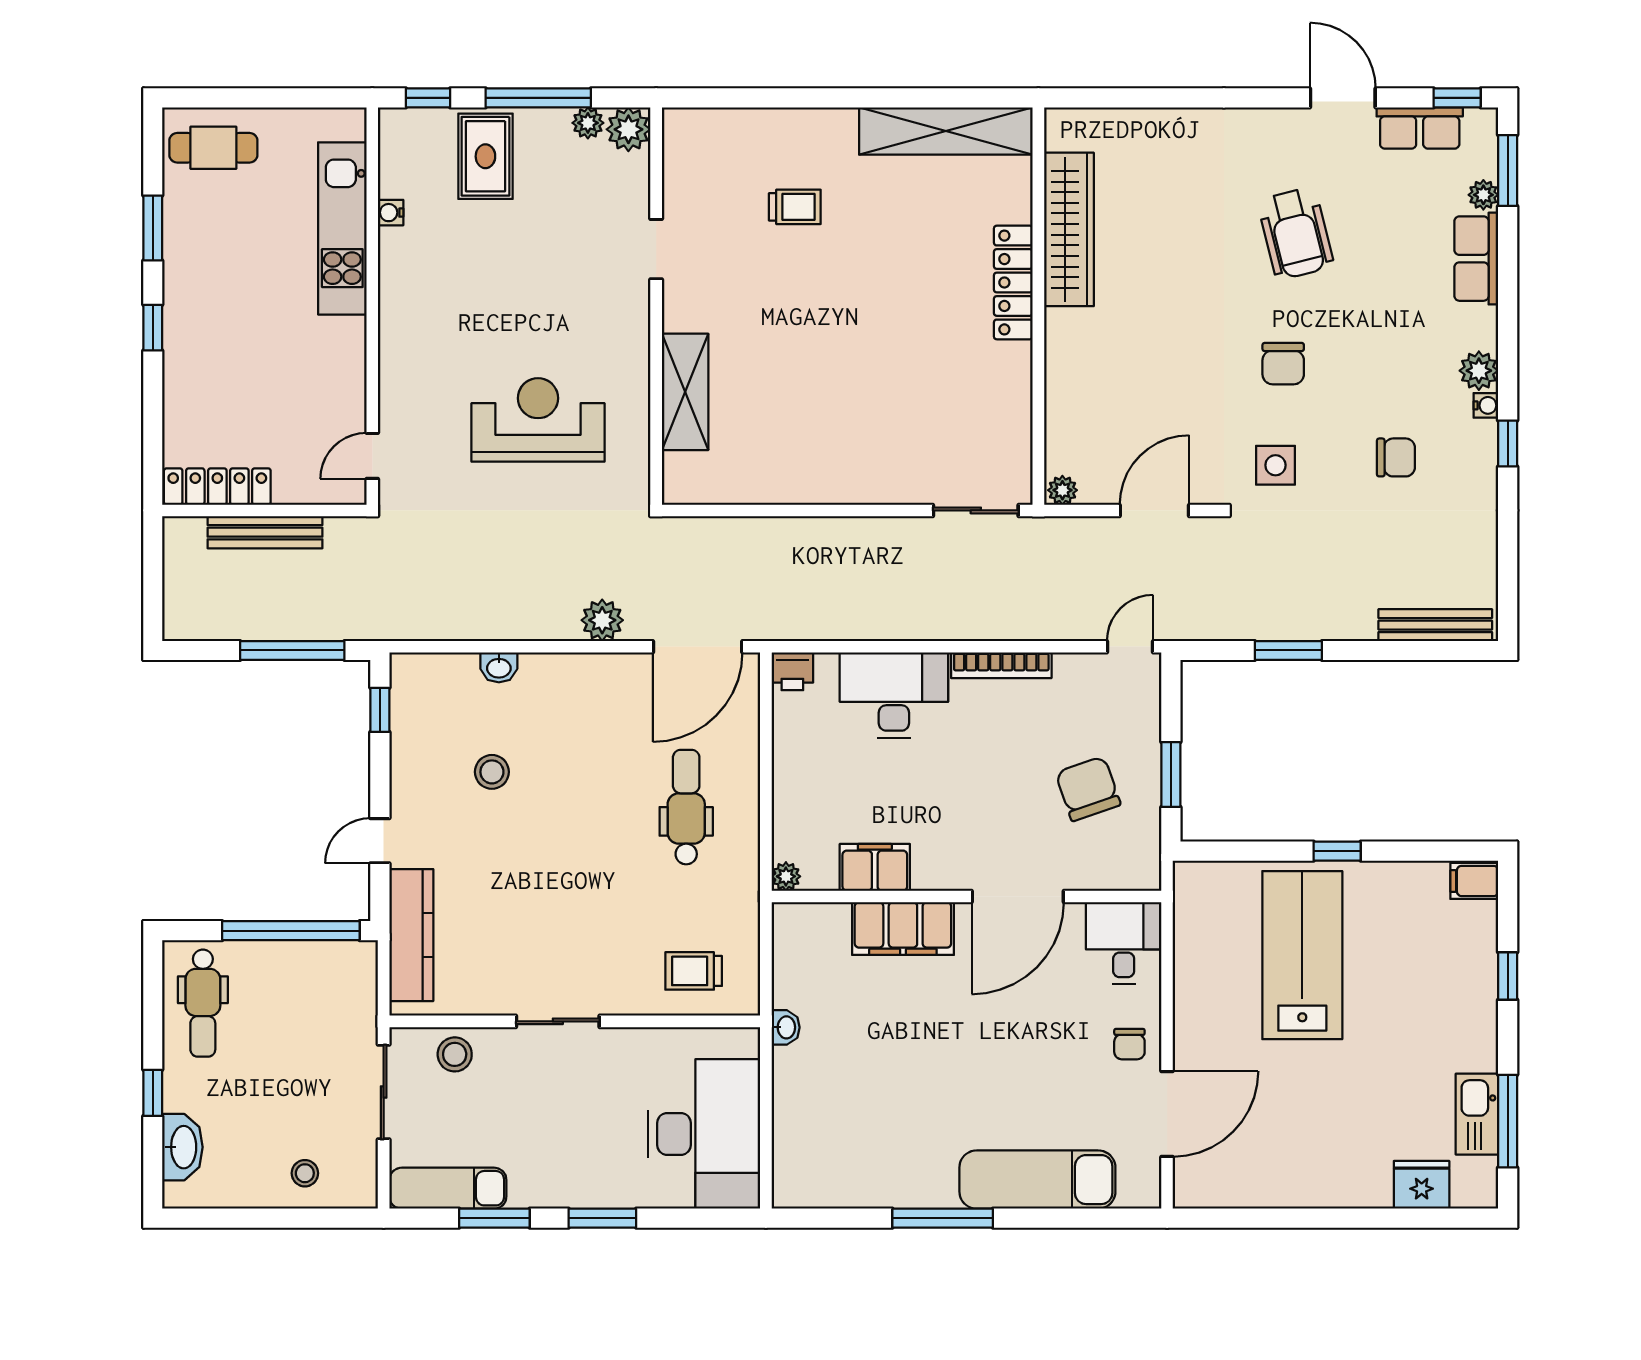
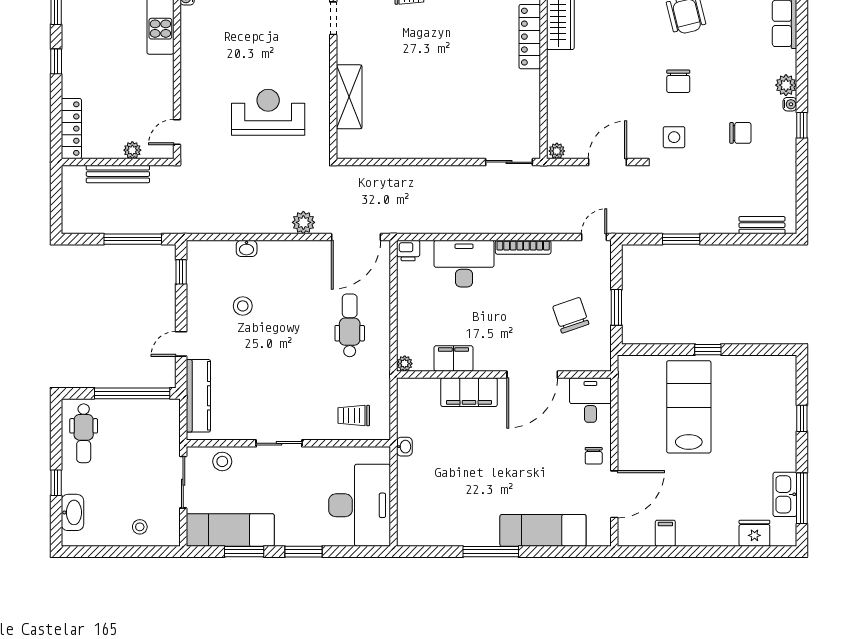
locker: (217, 487) -> (71, 129), moved, turned 90
plant: (291, 489) -> (132, 150), added
bench: (1435, 625) -> (762, 225), width x0.73
filing cabinet: (1474, 881) -> (665, 533), moved, turned 90
exam couch: (448, 1188) -> (230, 530), width x1.36, depth x1.45

